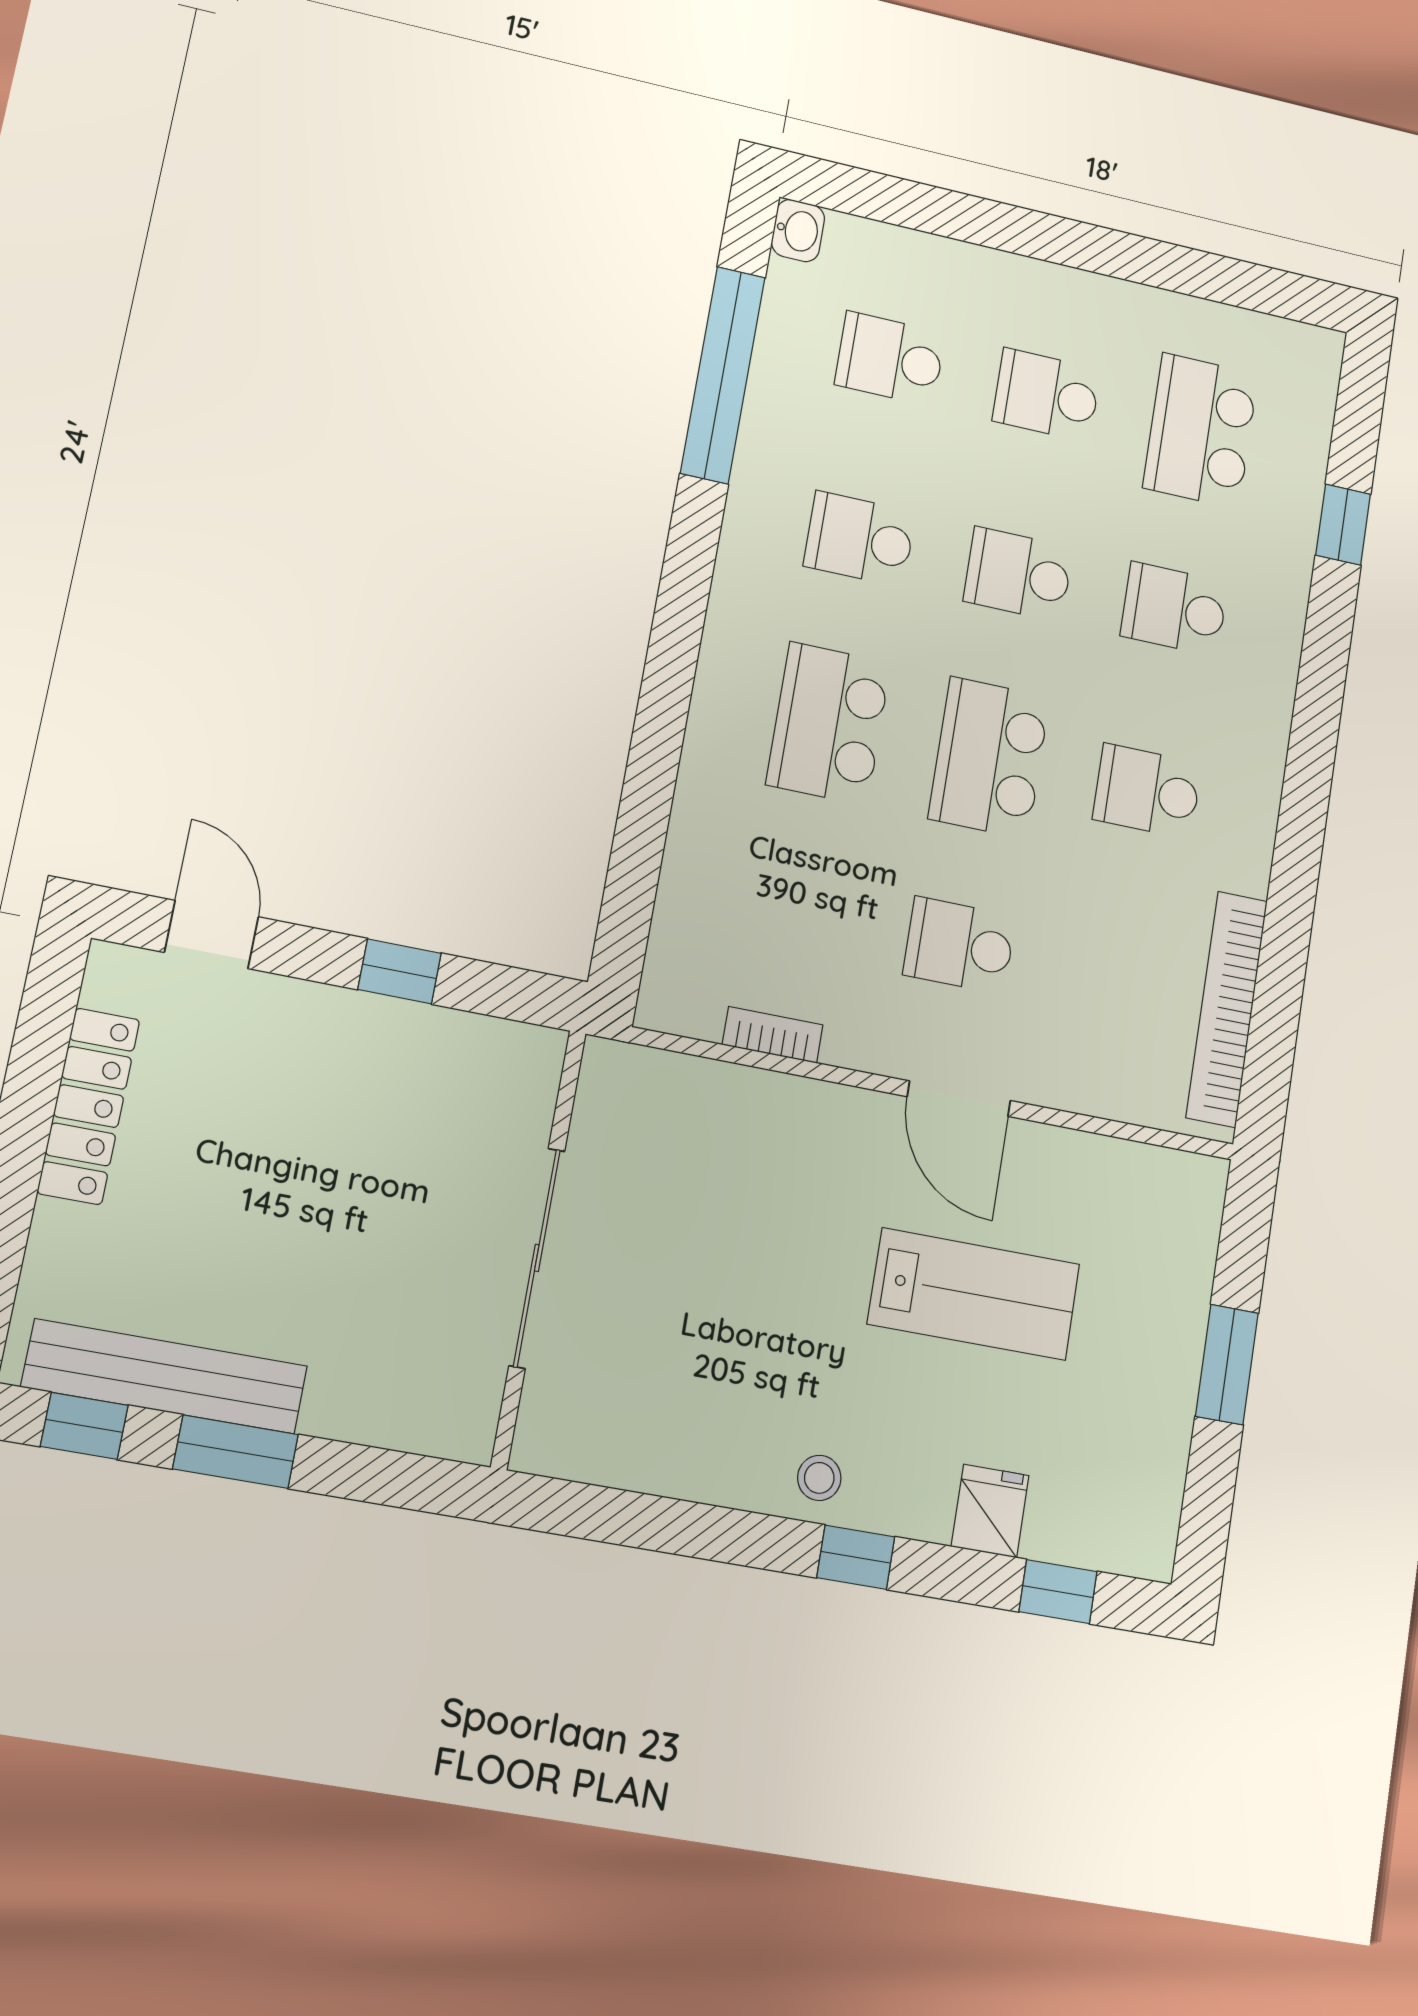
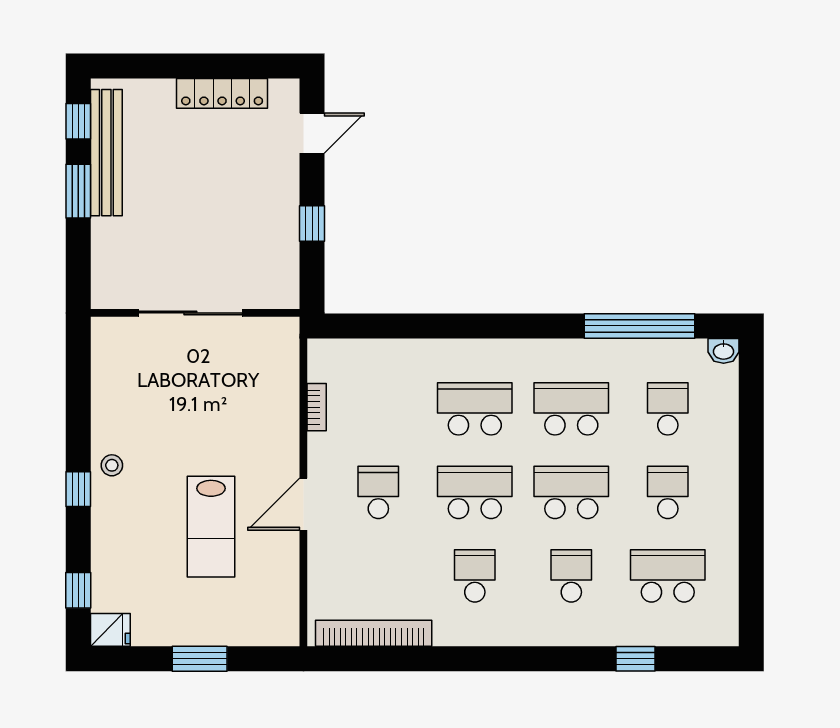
school desk: (860, 539) -> (571, 409), width x1.85
school desk: (1018, 574) -> (571, 492), width x1.85
fridge: (990, 1511) -> (110, 630), moved

